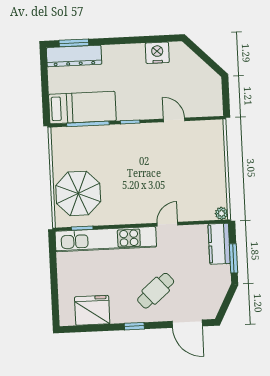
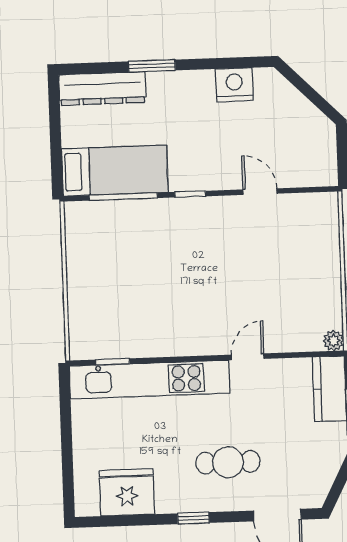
window: (74, 43) -> (152, 66), moved
parasol: (78, 193) -> (107, 307), removed
cafe table: (156, 291) -> (228, 462), turned 41

